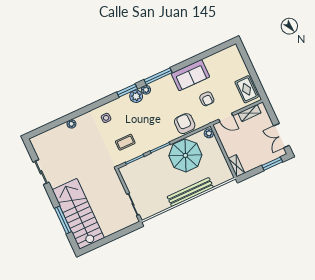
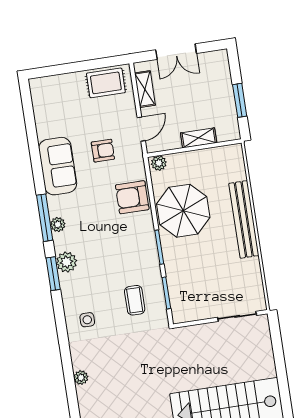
plant: (146, 90) -> (58, 224), moved
double door: (281, 136) -> (176, 52), moved
window: (272, 164) -> (240, 100), moved
shelving: (236, 166) -> (199, 138), moved

